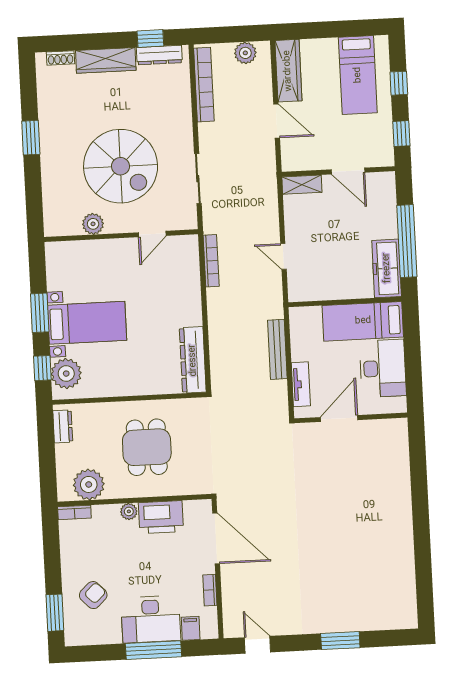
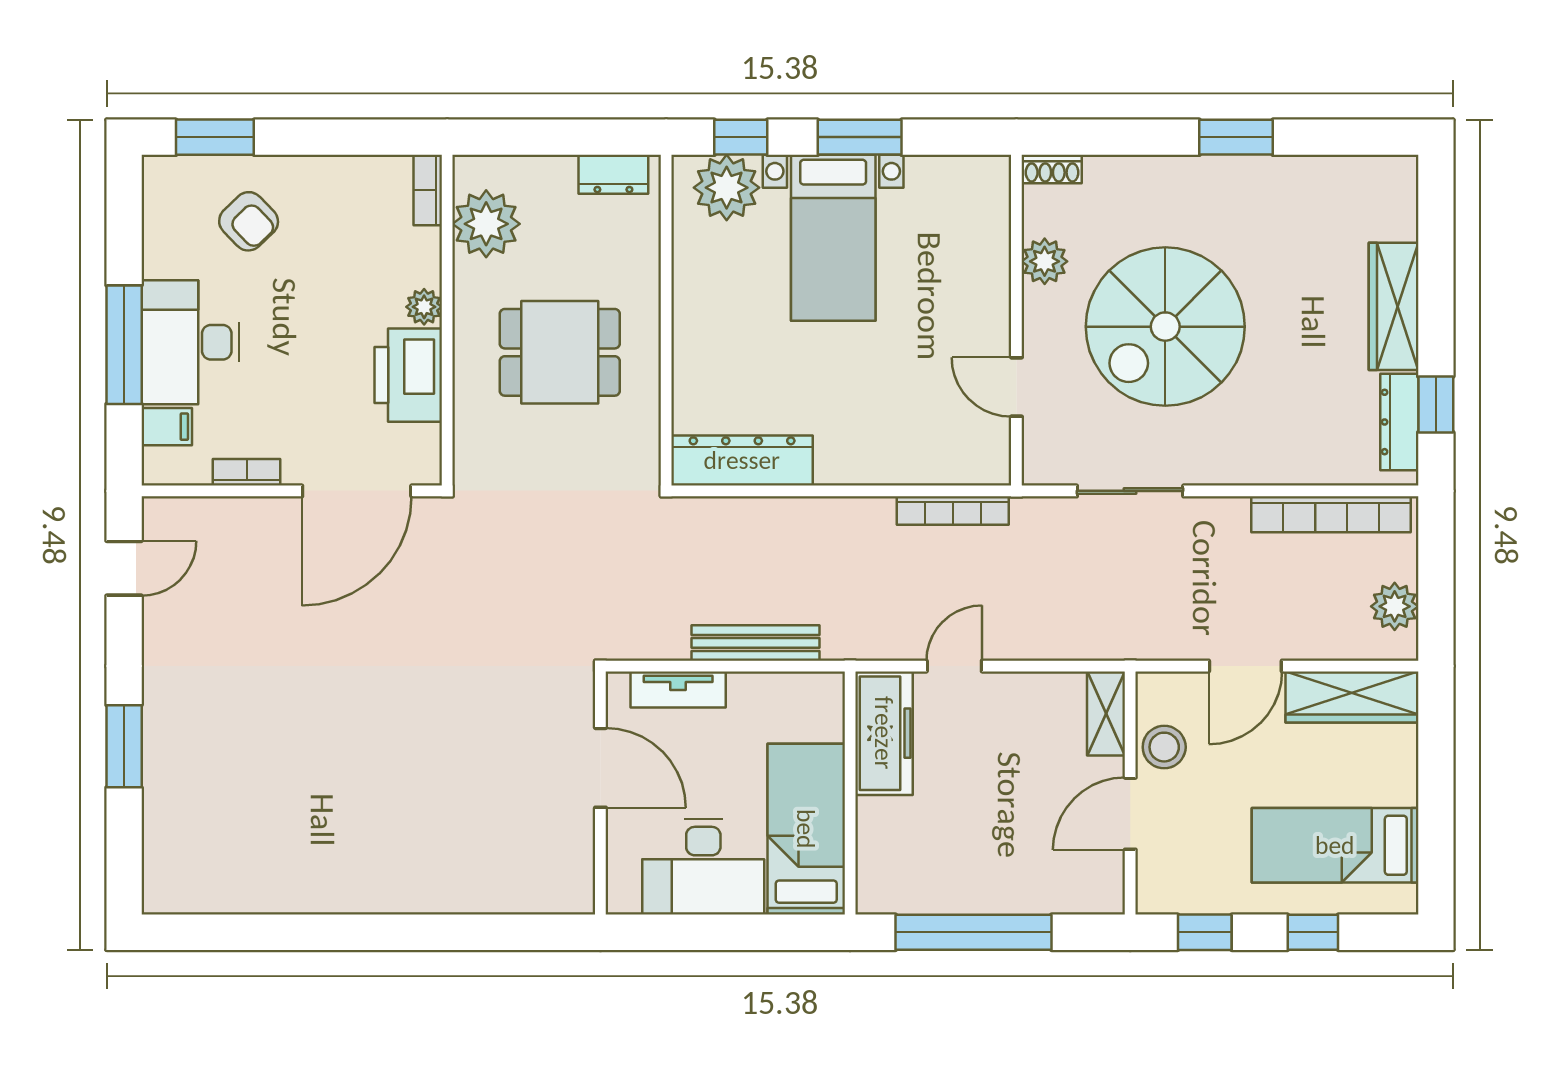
shoe rack: (60, 58) -> (1052, 169), moved, turned -90
stool: (316, 157) -> (1164, 747), added
freezer: (387, 268) -> (884, 733), moved, turned 90

